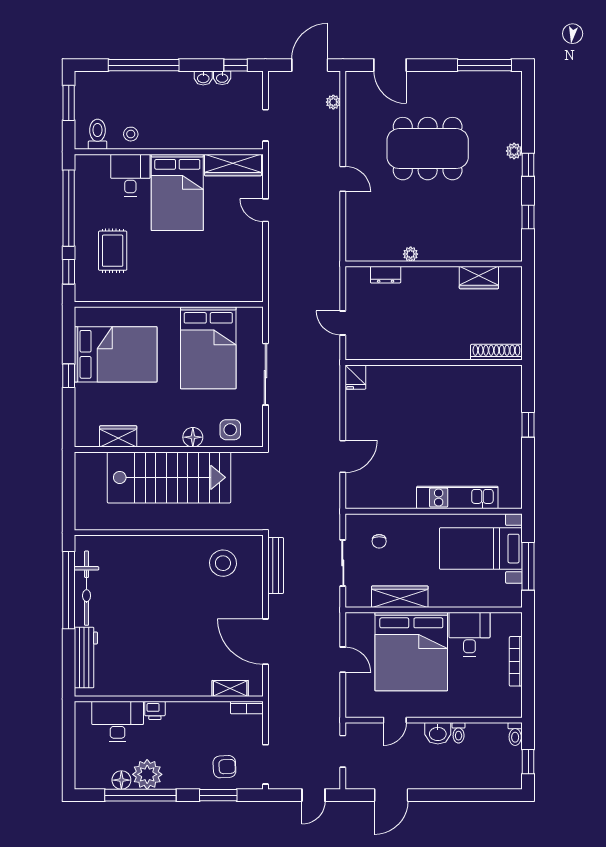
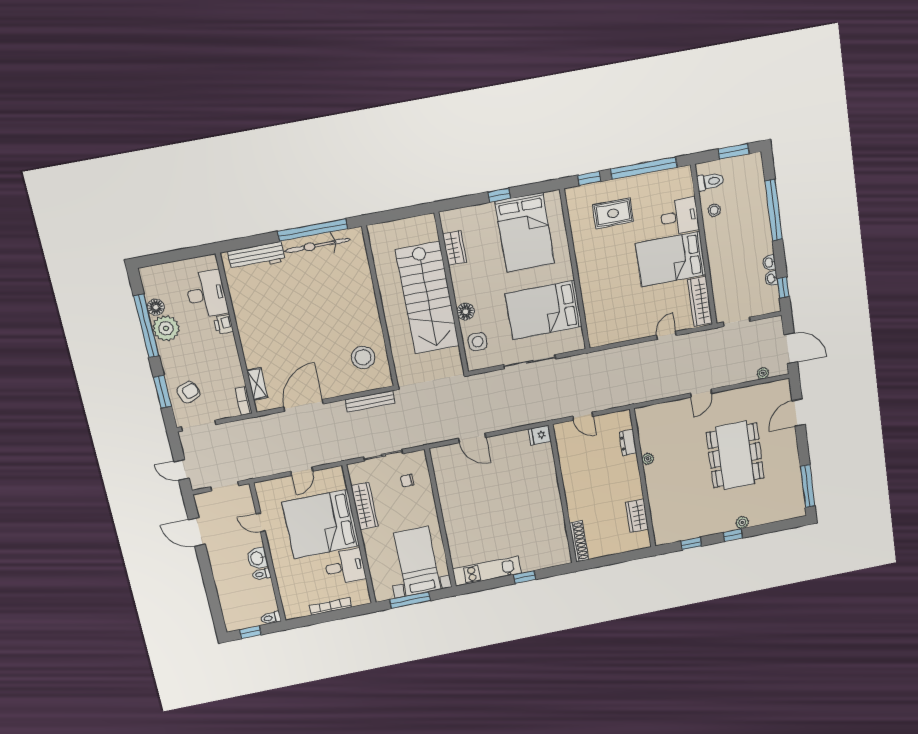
door: (343, 323) -> (583, 416), swing flipped
kitchen unit: (457, 498) -> (487, 571), moved, turned -90
armchair: (224, 767) -> (188, 392), turned -108

